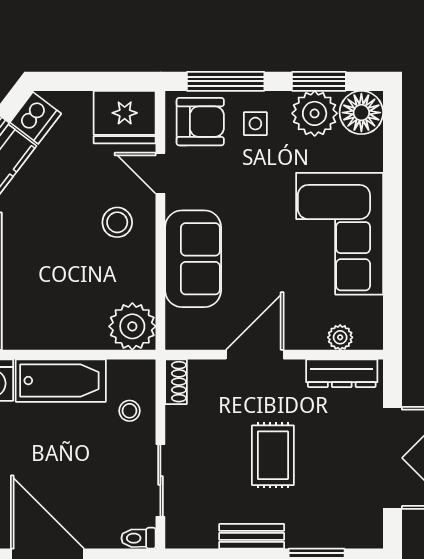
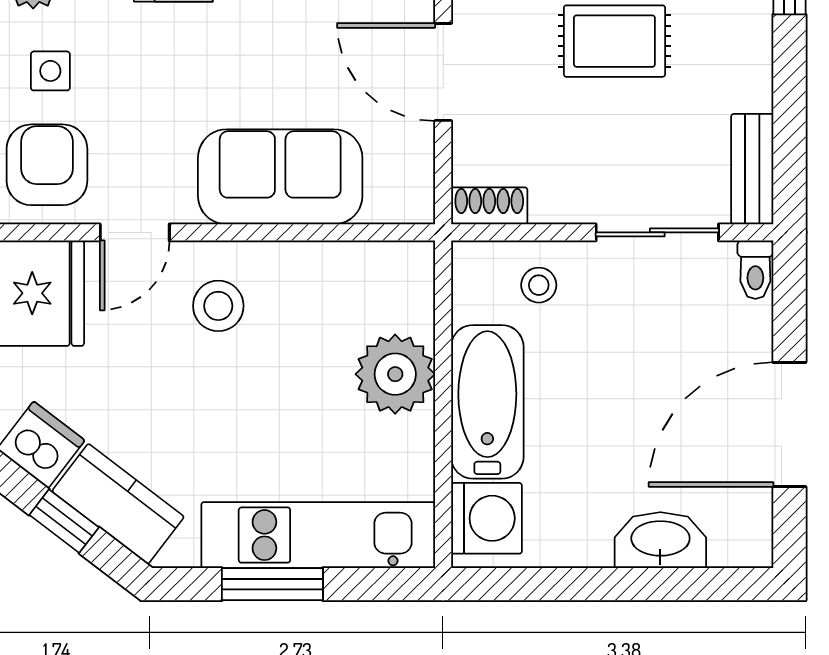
plant: (132, 326) -> (395, 374), moved
bench: (252, 536) -> (752, 169), moved

